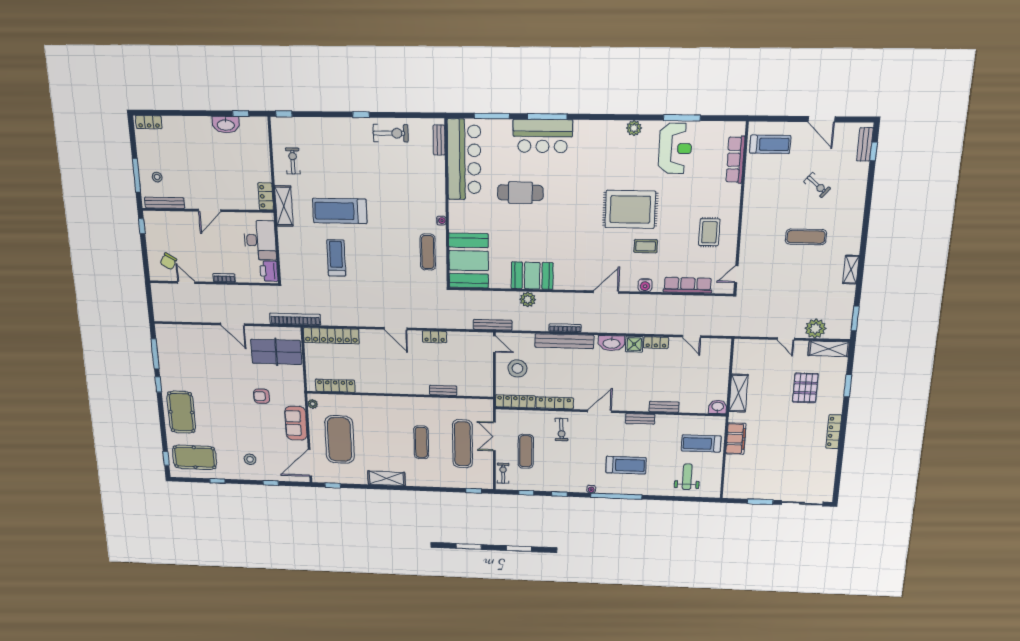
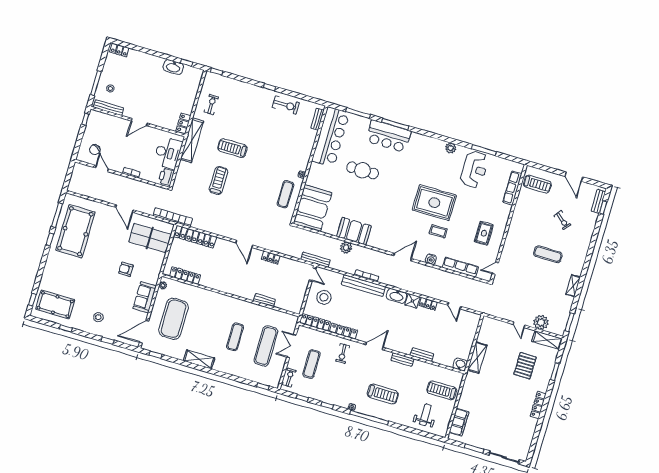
shelving: (284, 206) -> (192, 140), width x1.47
treadmill: (340, 211) -> (232, 148), width x0.73, depth x0.73
pool table: (181, 412) -> (75, 231), moved, width x1.36, depth x1.32
filing cabinet: (736, 439) -> (459, 422), moved

